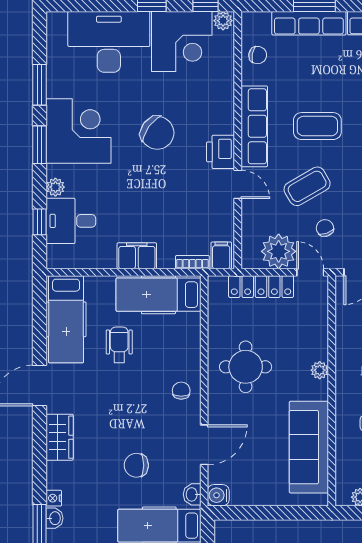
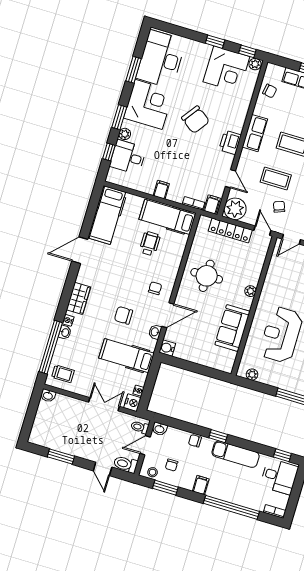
desk: (109, 42) -> (161, 59), moved, turned -90
row of seats: (254, 126) -> (255, 133), width x0.68
window: (40, 145) -> (119, 117), moved
door: (238, 184) -> (230, 179), moved
coffee table: (307, 186) -> (276, 179), turned 30
plant: (279, 251) -> (235, 209), moved
filing cabinet: (137, 256) -> (161, 190), width x0.50
wheelchair: (119, 345) -> (150, 243), moved
chair: (181, 391) -> (155, 288), moved
wardrobe: (60, 437) -> (78, 298), moved
sofa: (309, 447) -> (232, 328), width x0.73
washbasin: (192, 494) -> (155, 332), moved

